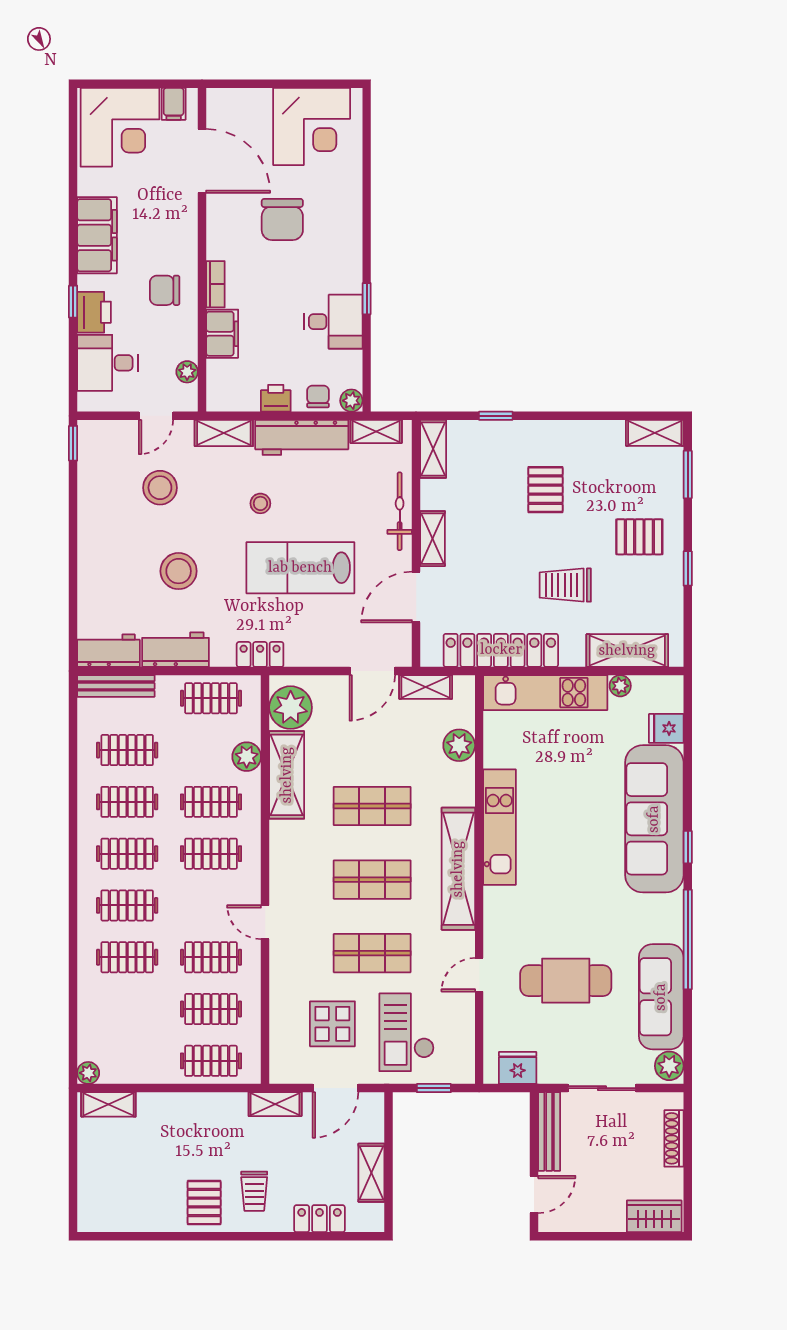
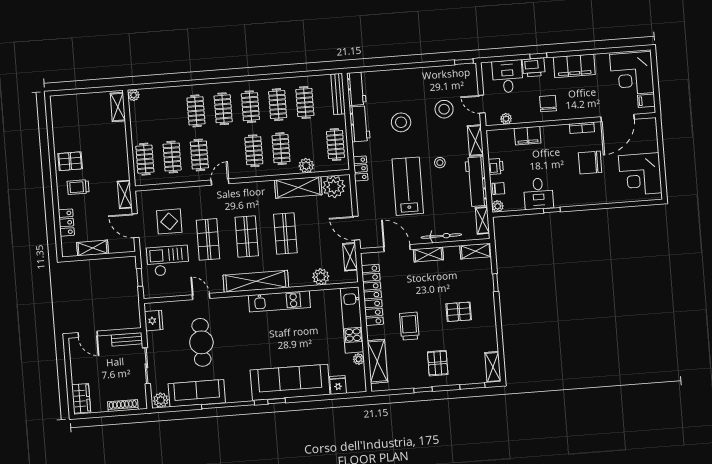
bookcase: (215, 284) -> (582, 128), moved
bench: (549, 1132) -> (127, 339), width x0.73

